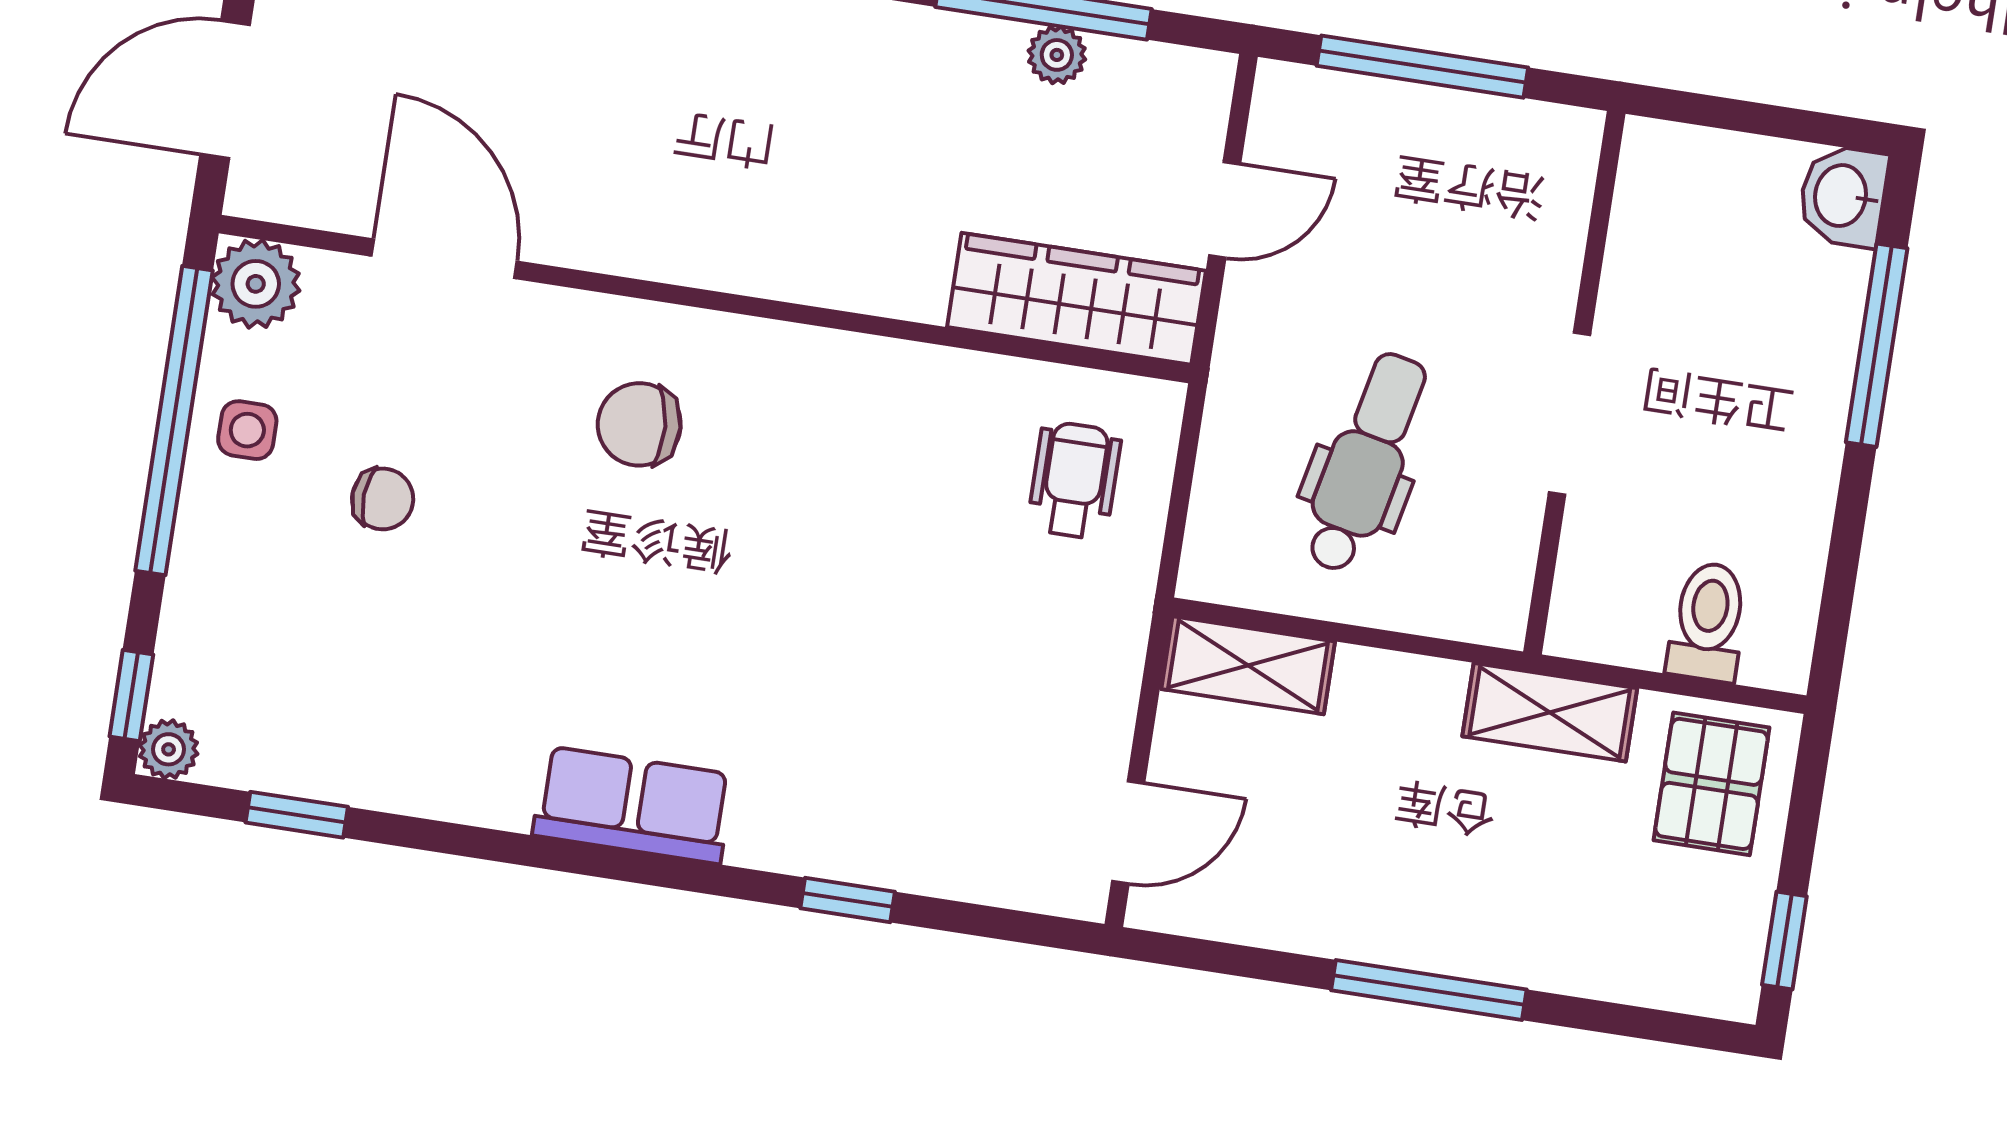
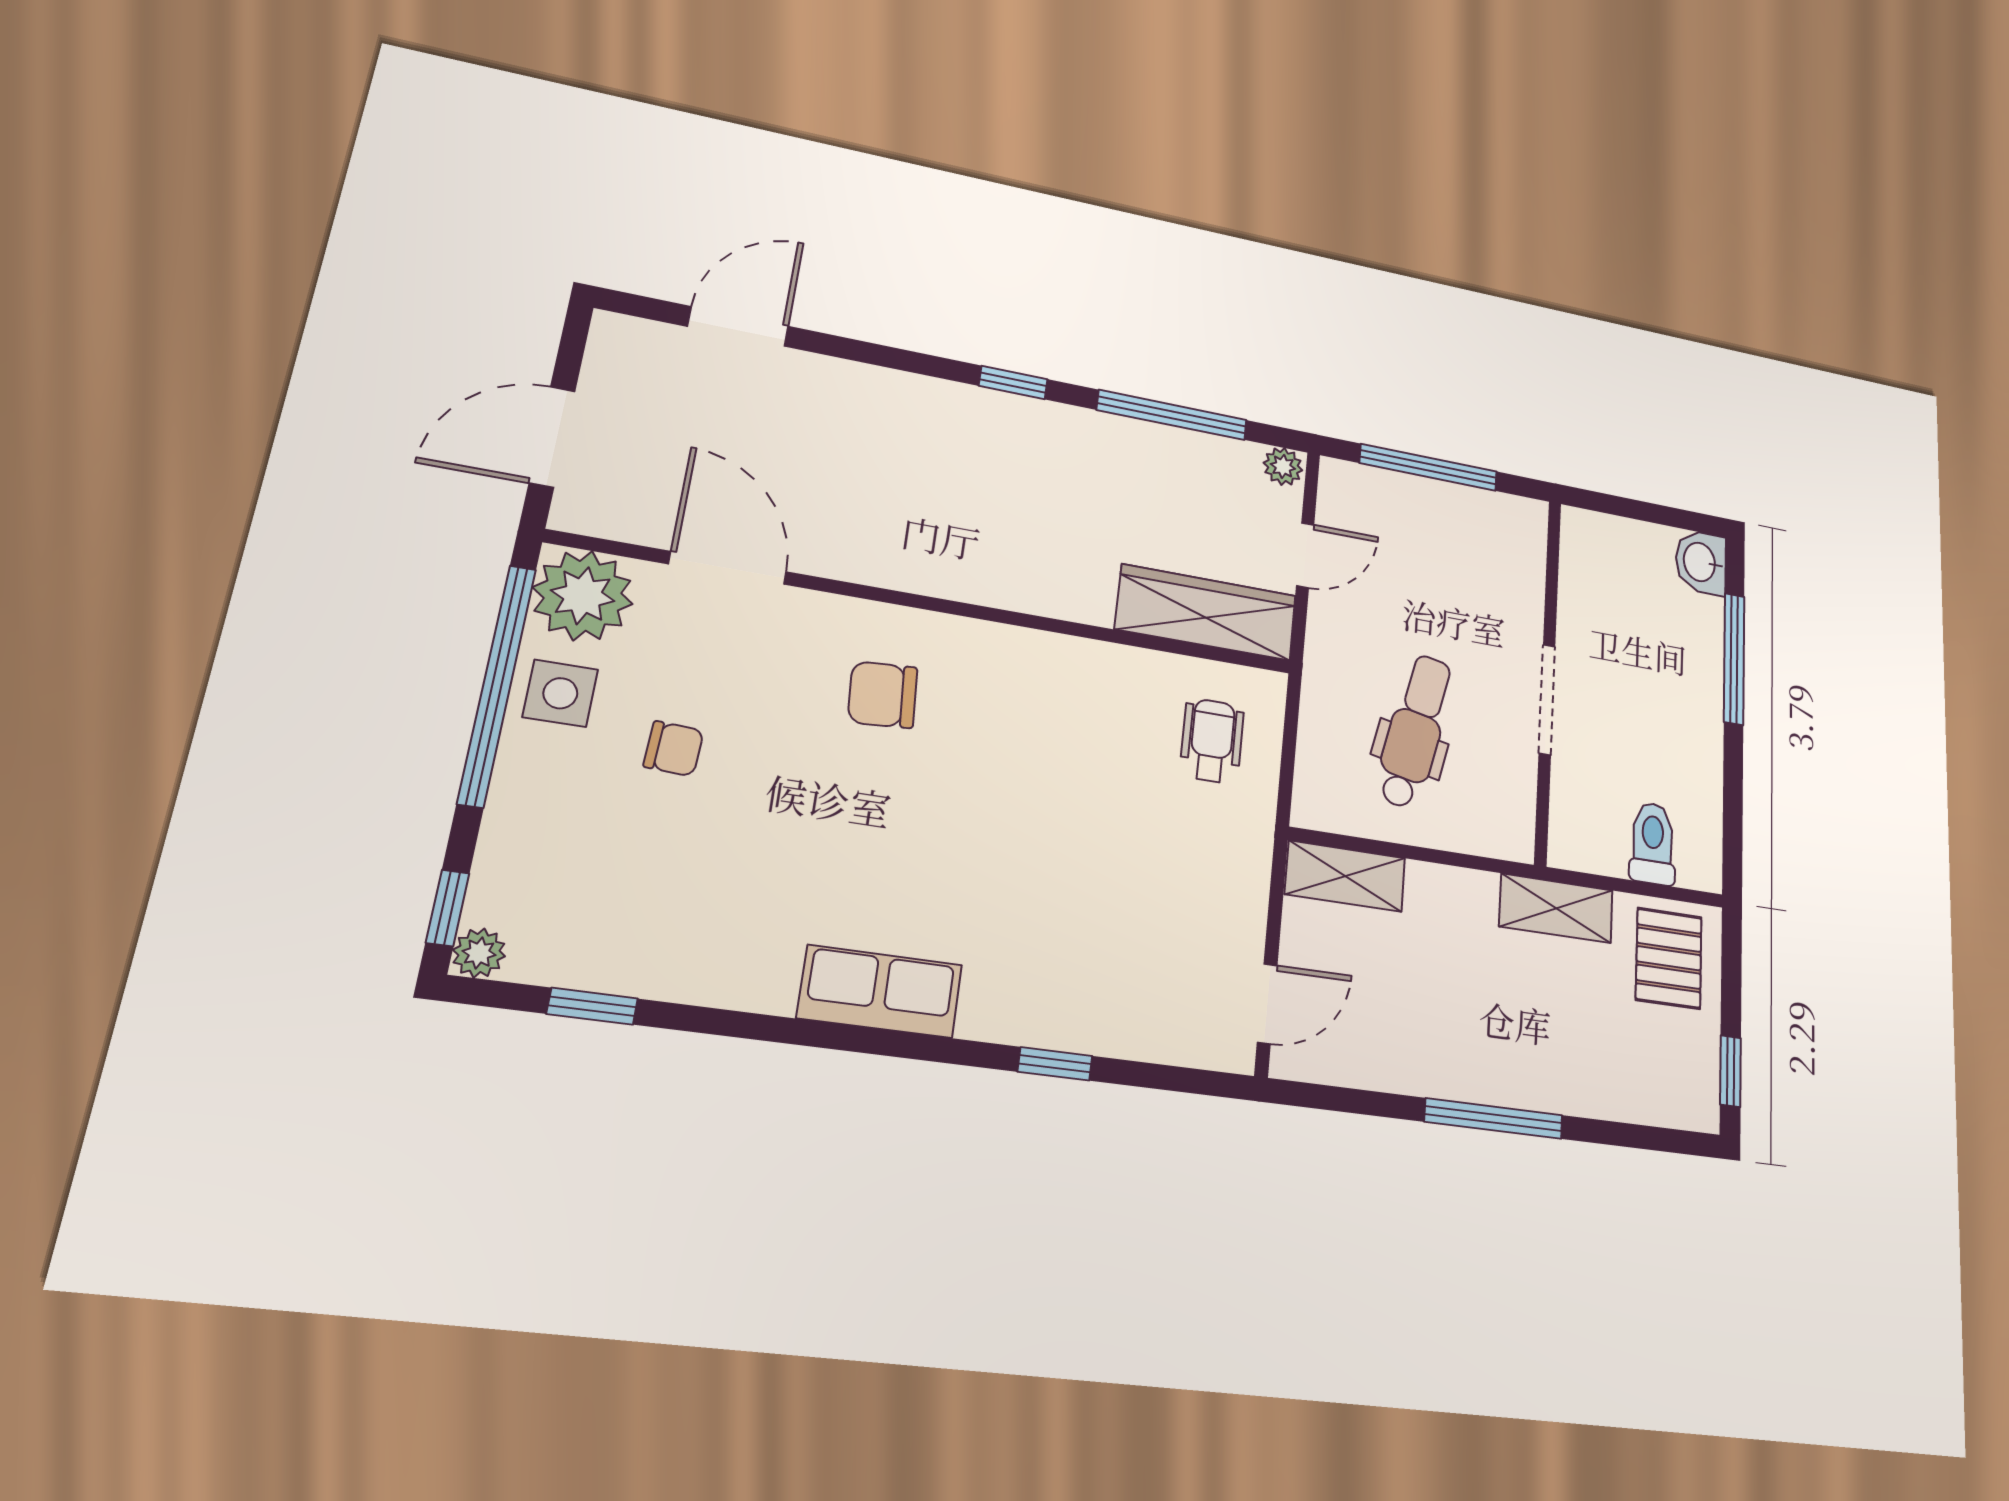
plant: (1057, 55) -> (1283, 466), moved
plant: (256, 284) -> (583, 596), width x1.36, depth x1.36
side table: (247, 430) -> (560, 693), width x1.37, depth x1.37

